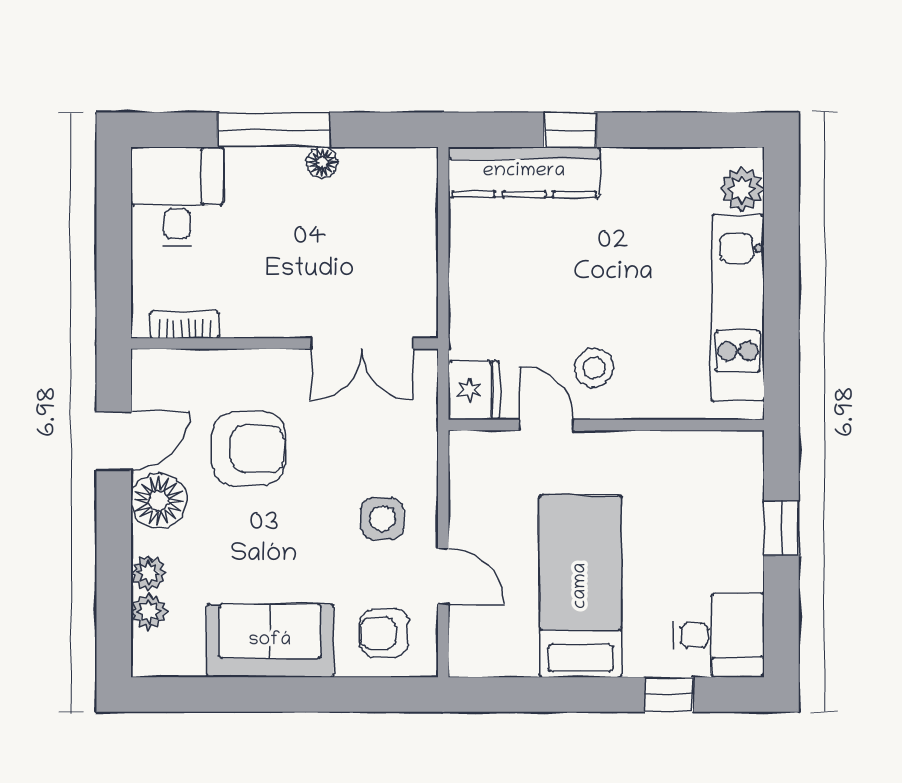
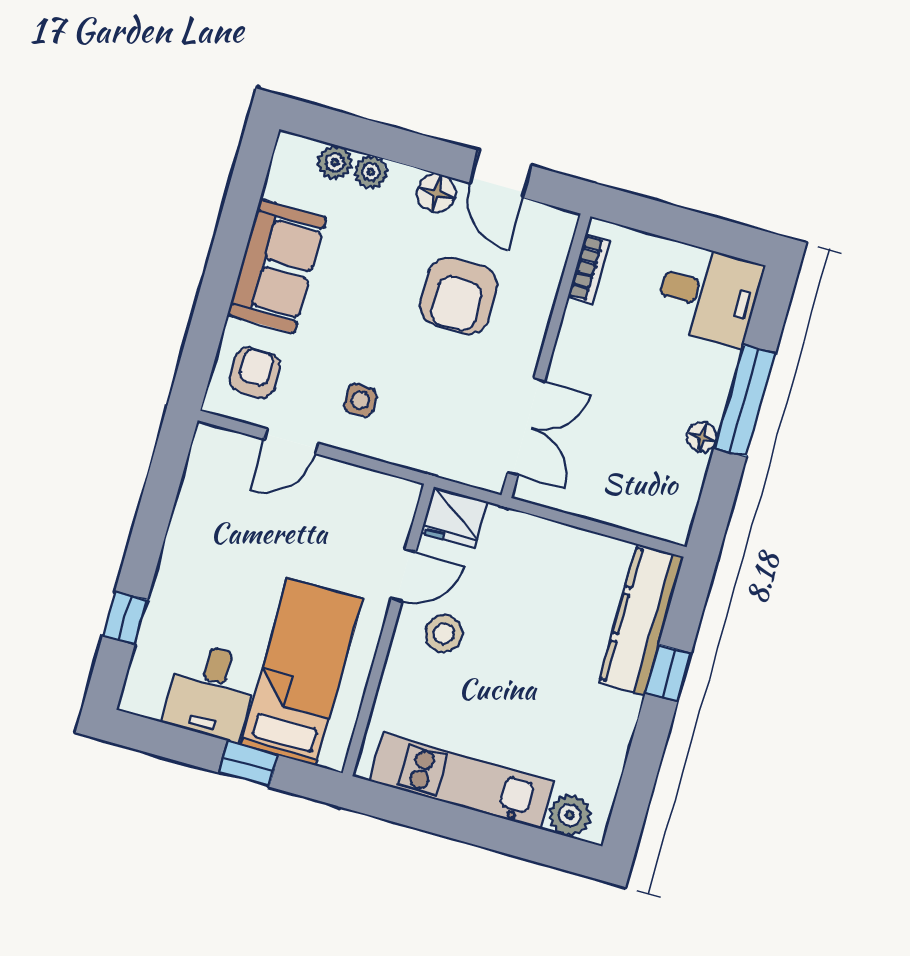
double door: (362, 343) -> (526, 427), swing flipped
floor lamp: (159, 501) -> (436, 193), width x0.73, depth x0.73
side table: (382, 519) -> (360, 400), width x0.73, depth x0.73
bed: (581, 586) -> (302, 672), moved, turned -90
desk: (719, 635) -> (211, 691), moved

